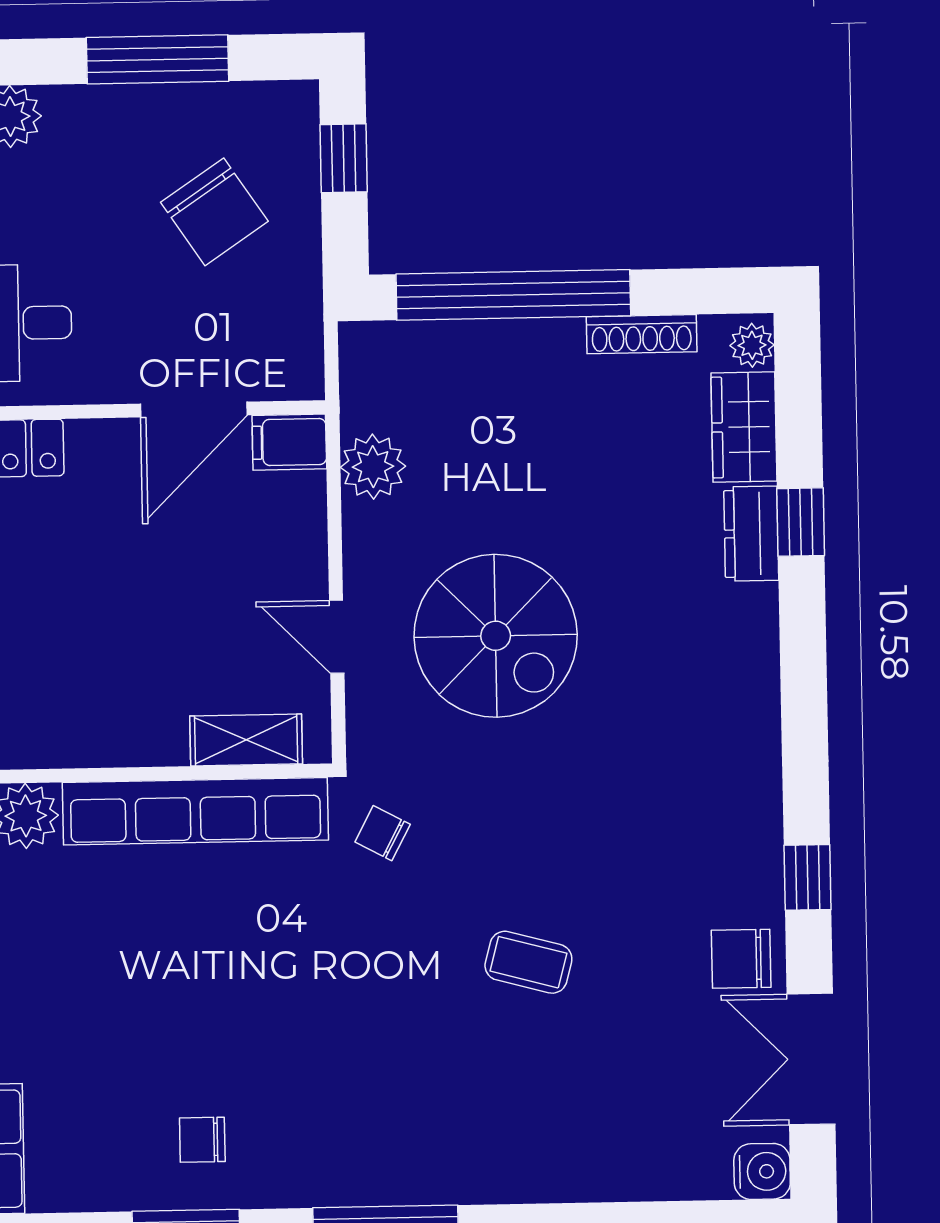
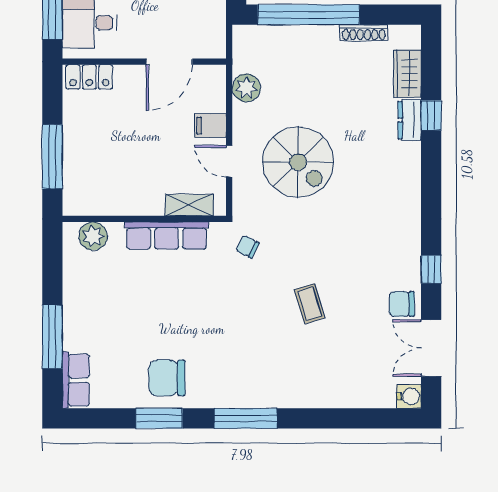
plant: (752, 345) -> (412, 38), removed
filing cabinet: (289, 442) -> (210, 126), moved
row of seats: (195, 811) -> (167, 236), width x0.73
coffee table: (528, 962) -> (310, 304), turned 58
chair: (202, 1140) -> (167, 378), width x1.87, depth x1.87

